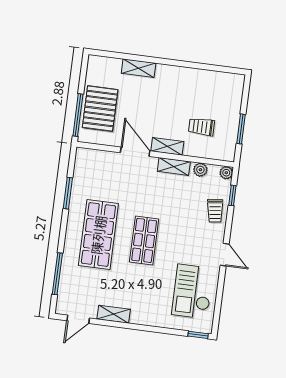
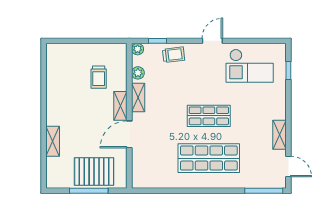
window: (78, 115) -> (89, 191), moved
window: (241, 129) -> (96, 41), removed
window: (68, 193) -> (175, 191), removed
window: (57, 274) -> (264, 191), moved
window: (198, 335) -> (288, 71), moved

